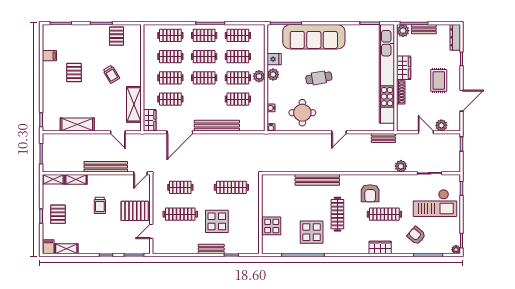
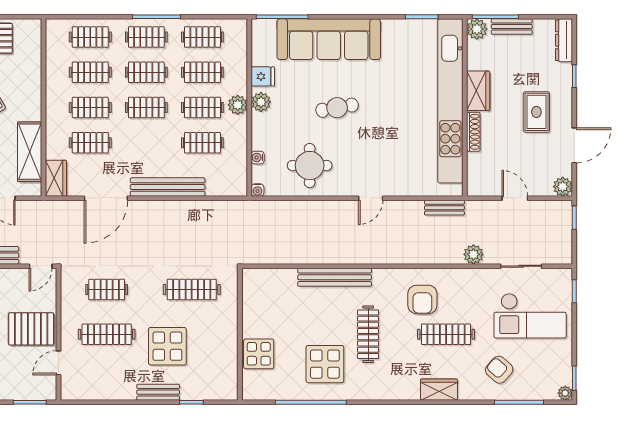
plant: (441, 125) -> (563, 187), moved

